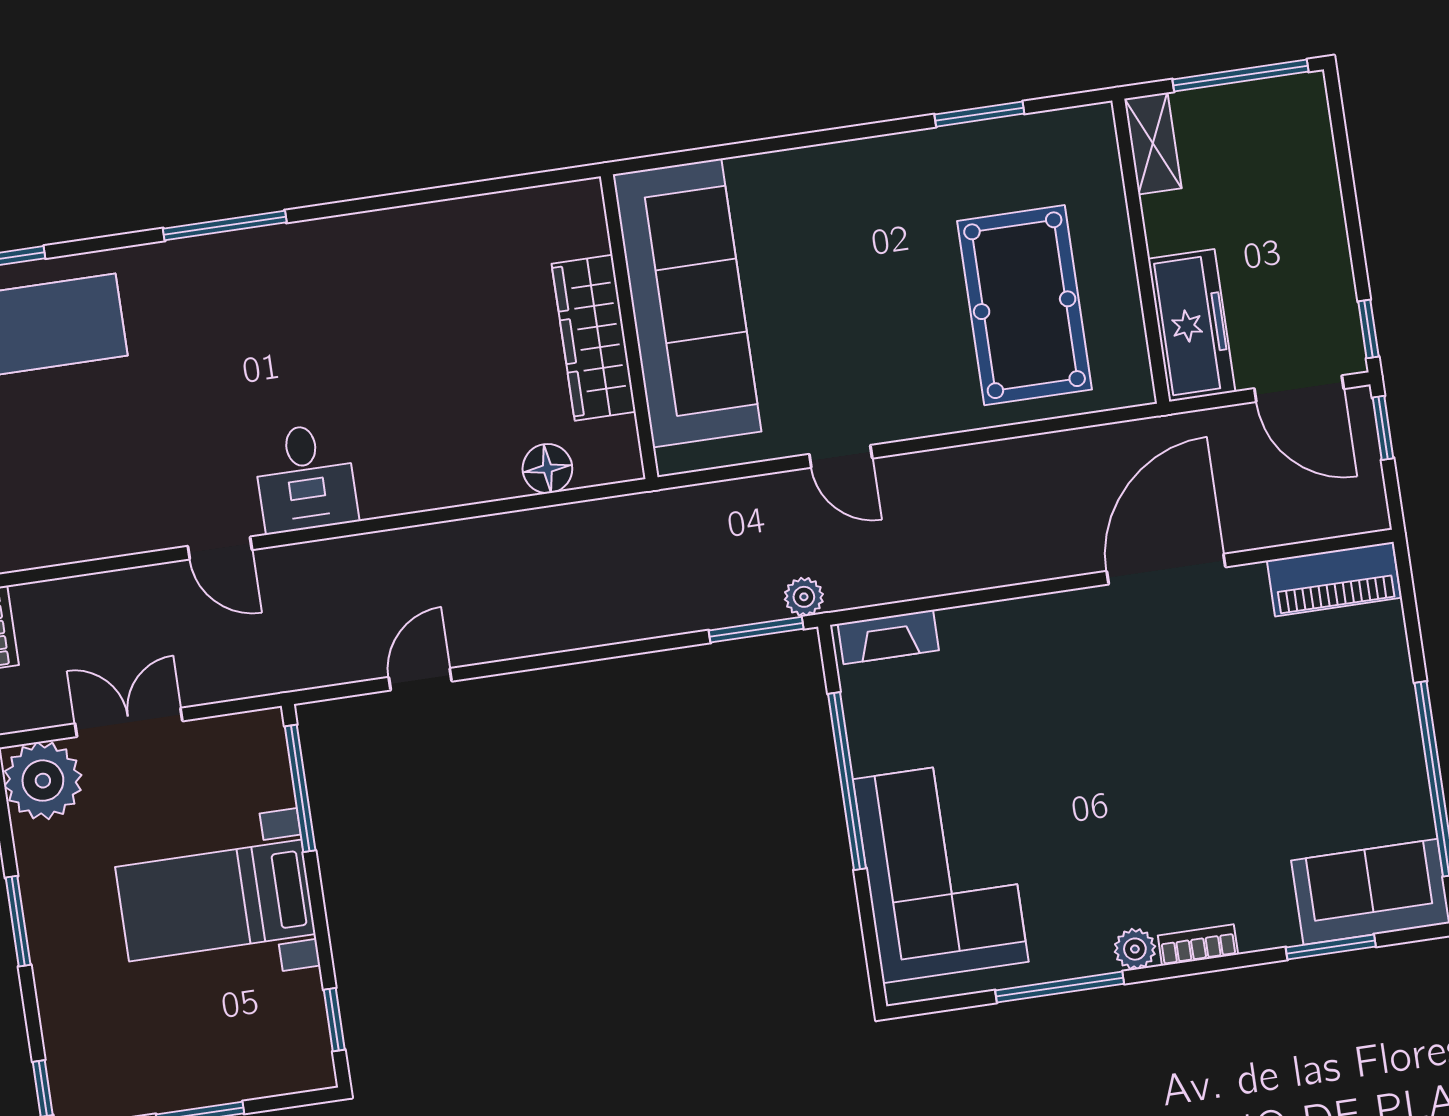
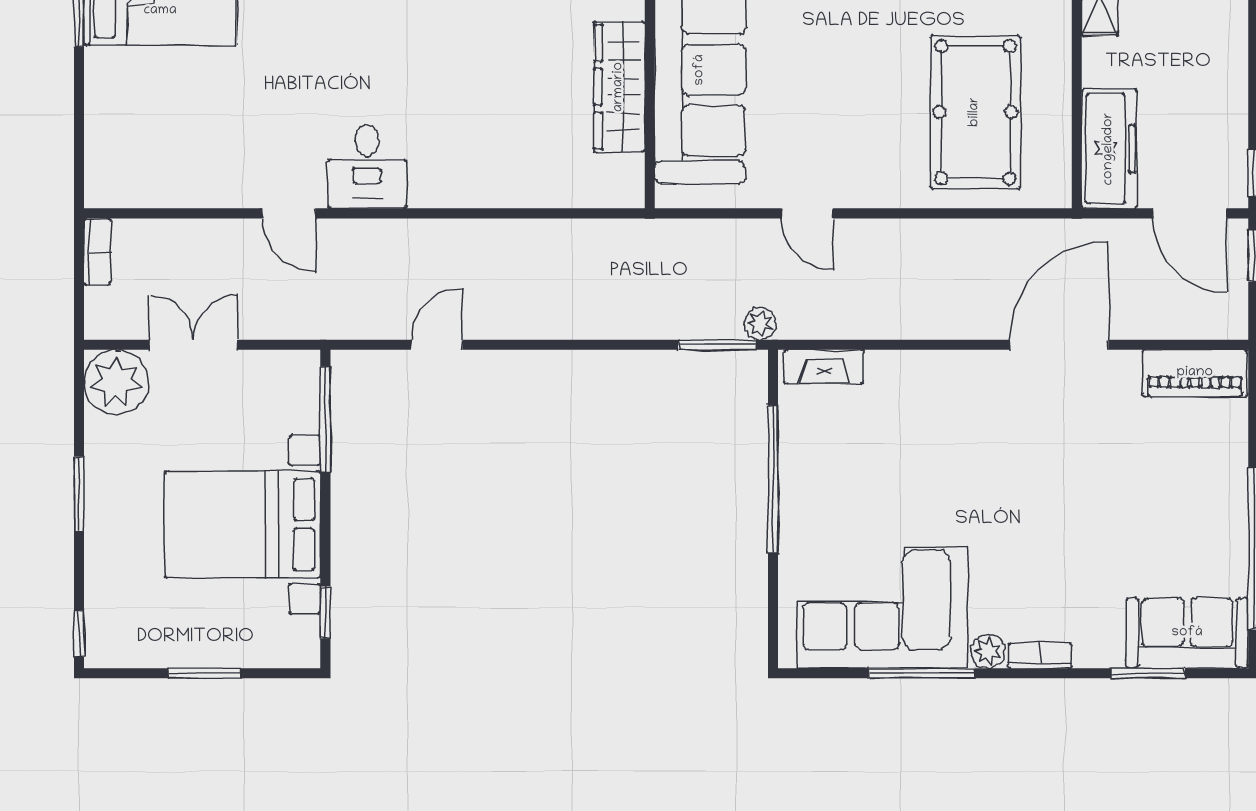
floor lamp: (547, 469) -> (566, 188), removed
corner sofa: (941, 870) -> (882, 608), moved, turned -90
bed with nightstands: (215, 900) -> (243, 525), width x1.36

